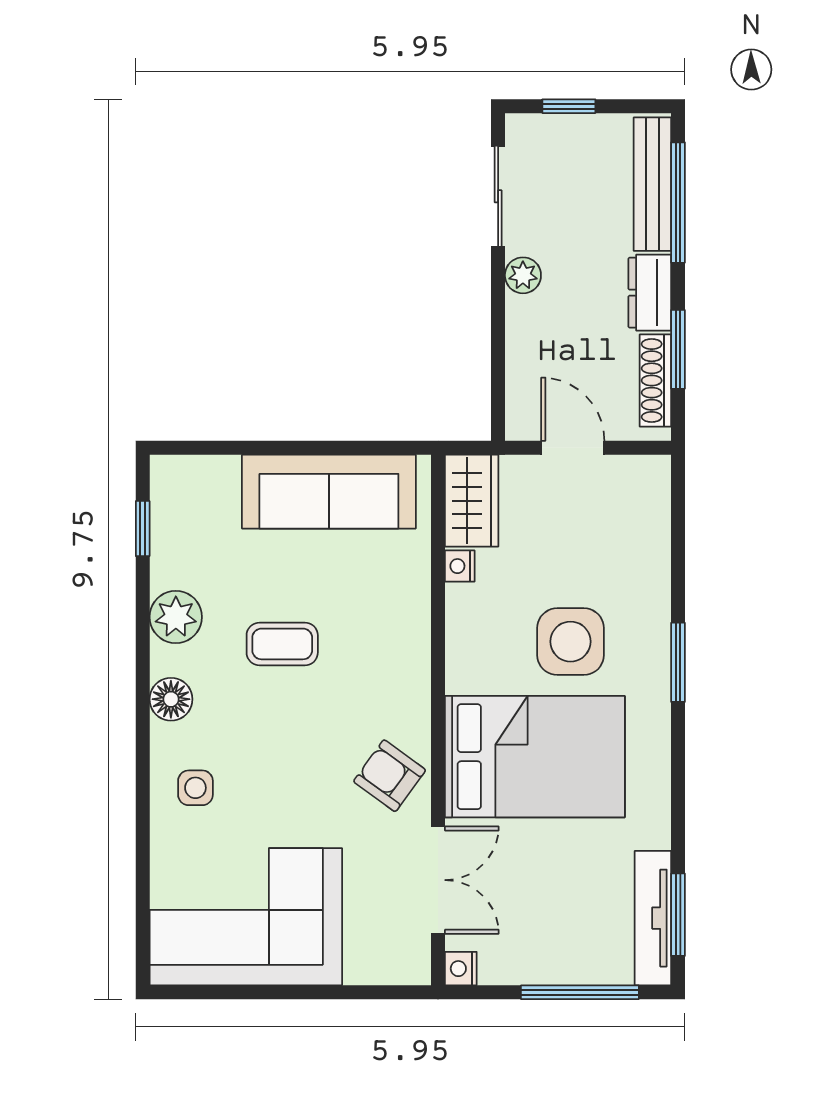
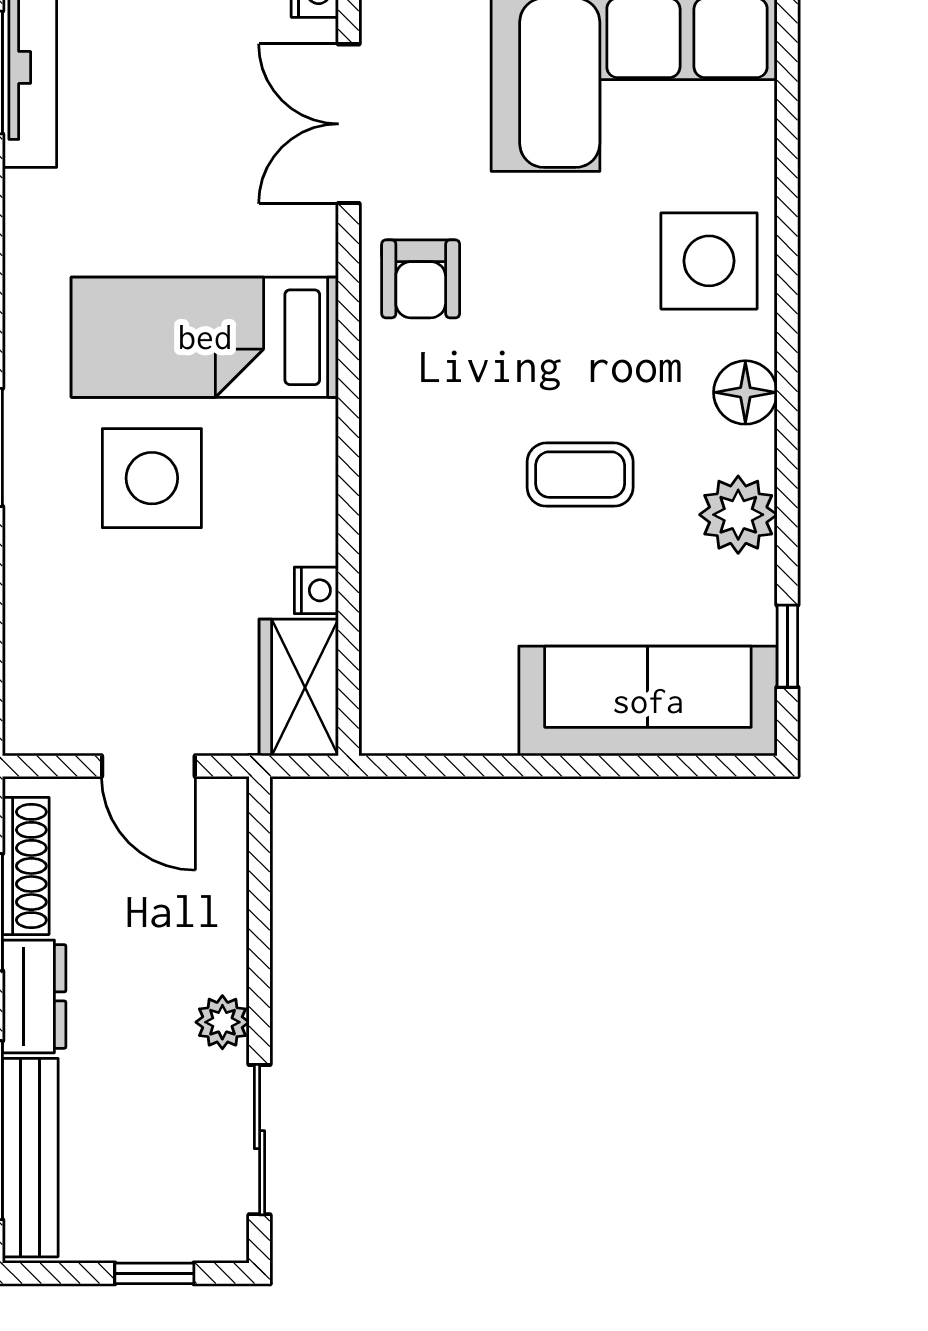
sofa: (329, 492) -> (648, 701), moved
bed: (535, 757) -> (205, 337), width x0.67
armchair: (390, 776) -> (421, 279), turned 54
side table: (195, 788) -> (709, 261), width x1.87, depth x1.87

